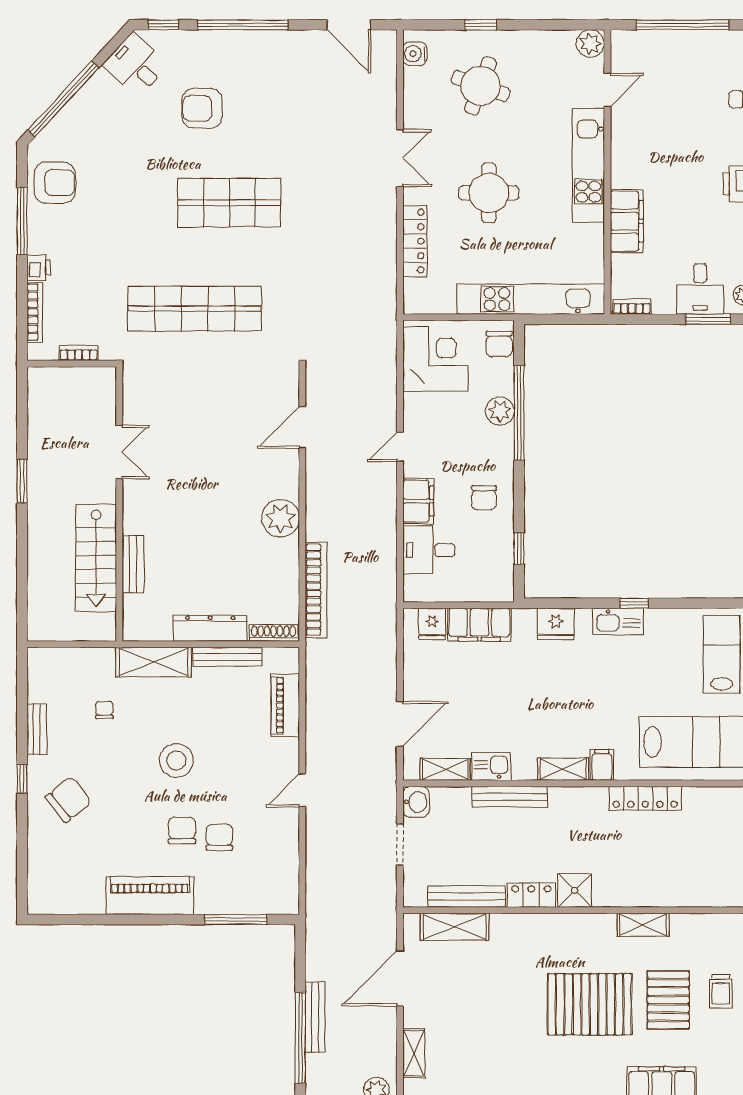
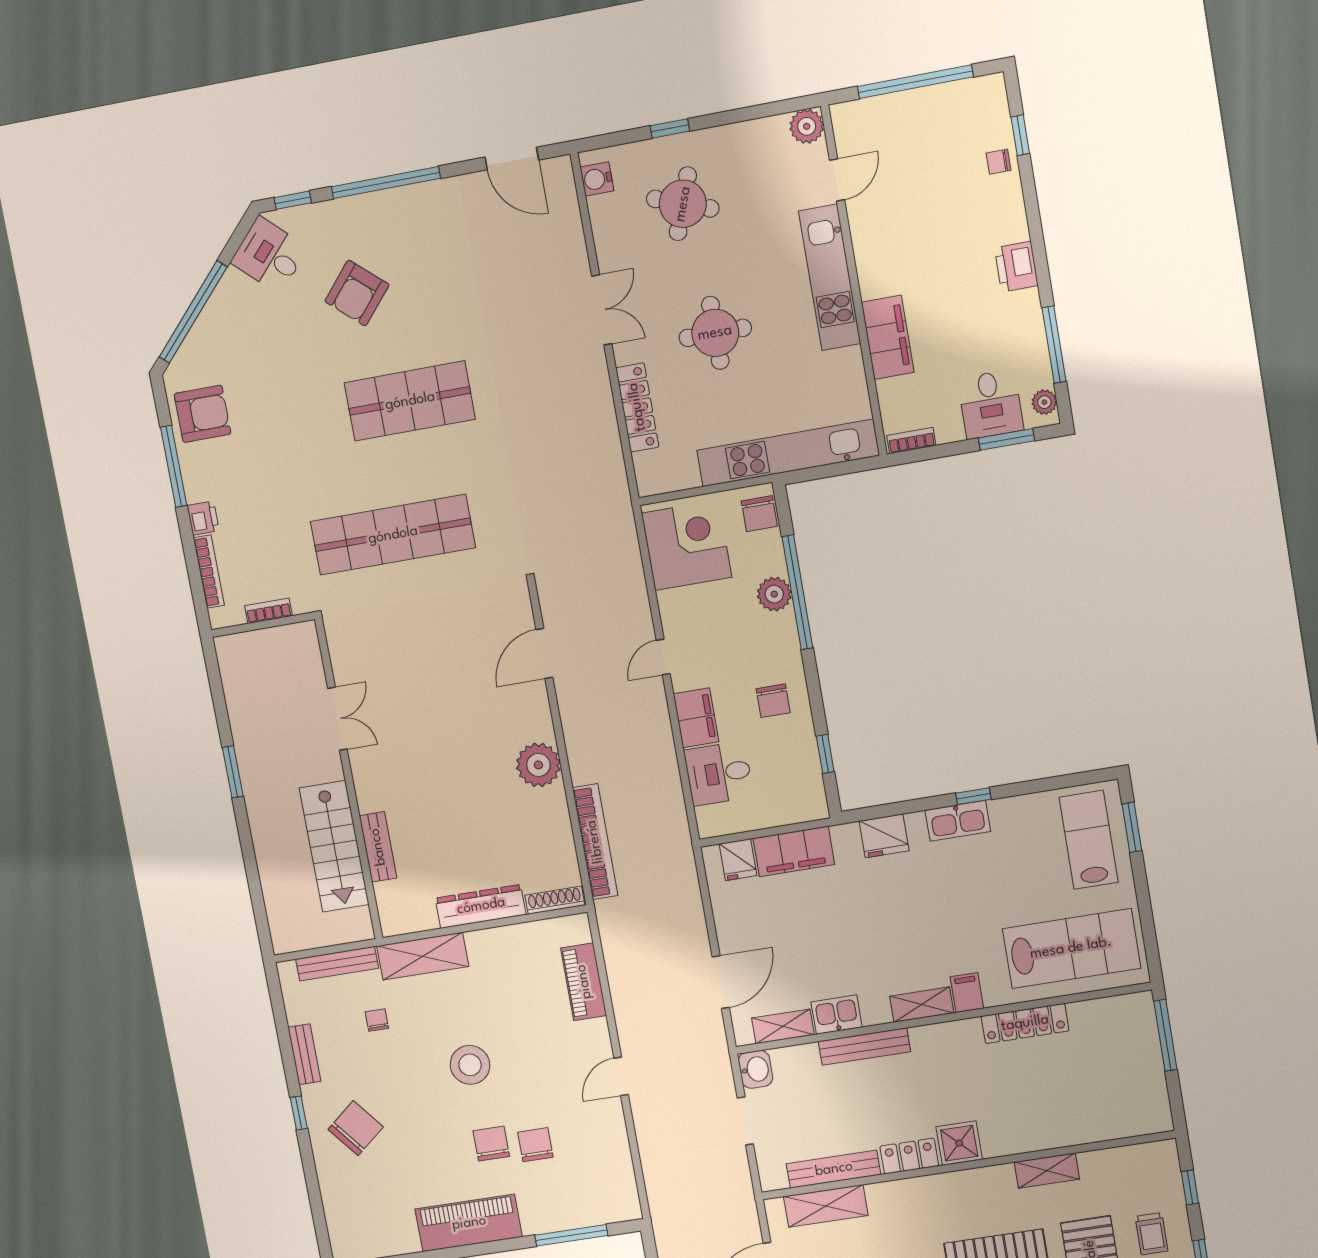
armchair: (202, 108) -> (357, 293), turned -49
bench: (227, 657) -> (337, 964), moved

